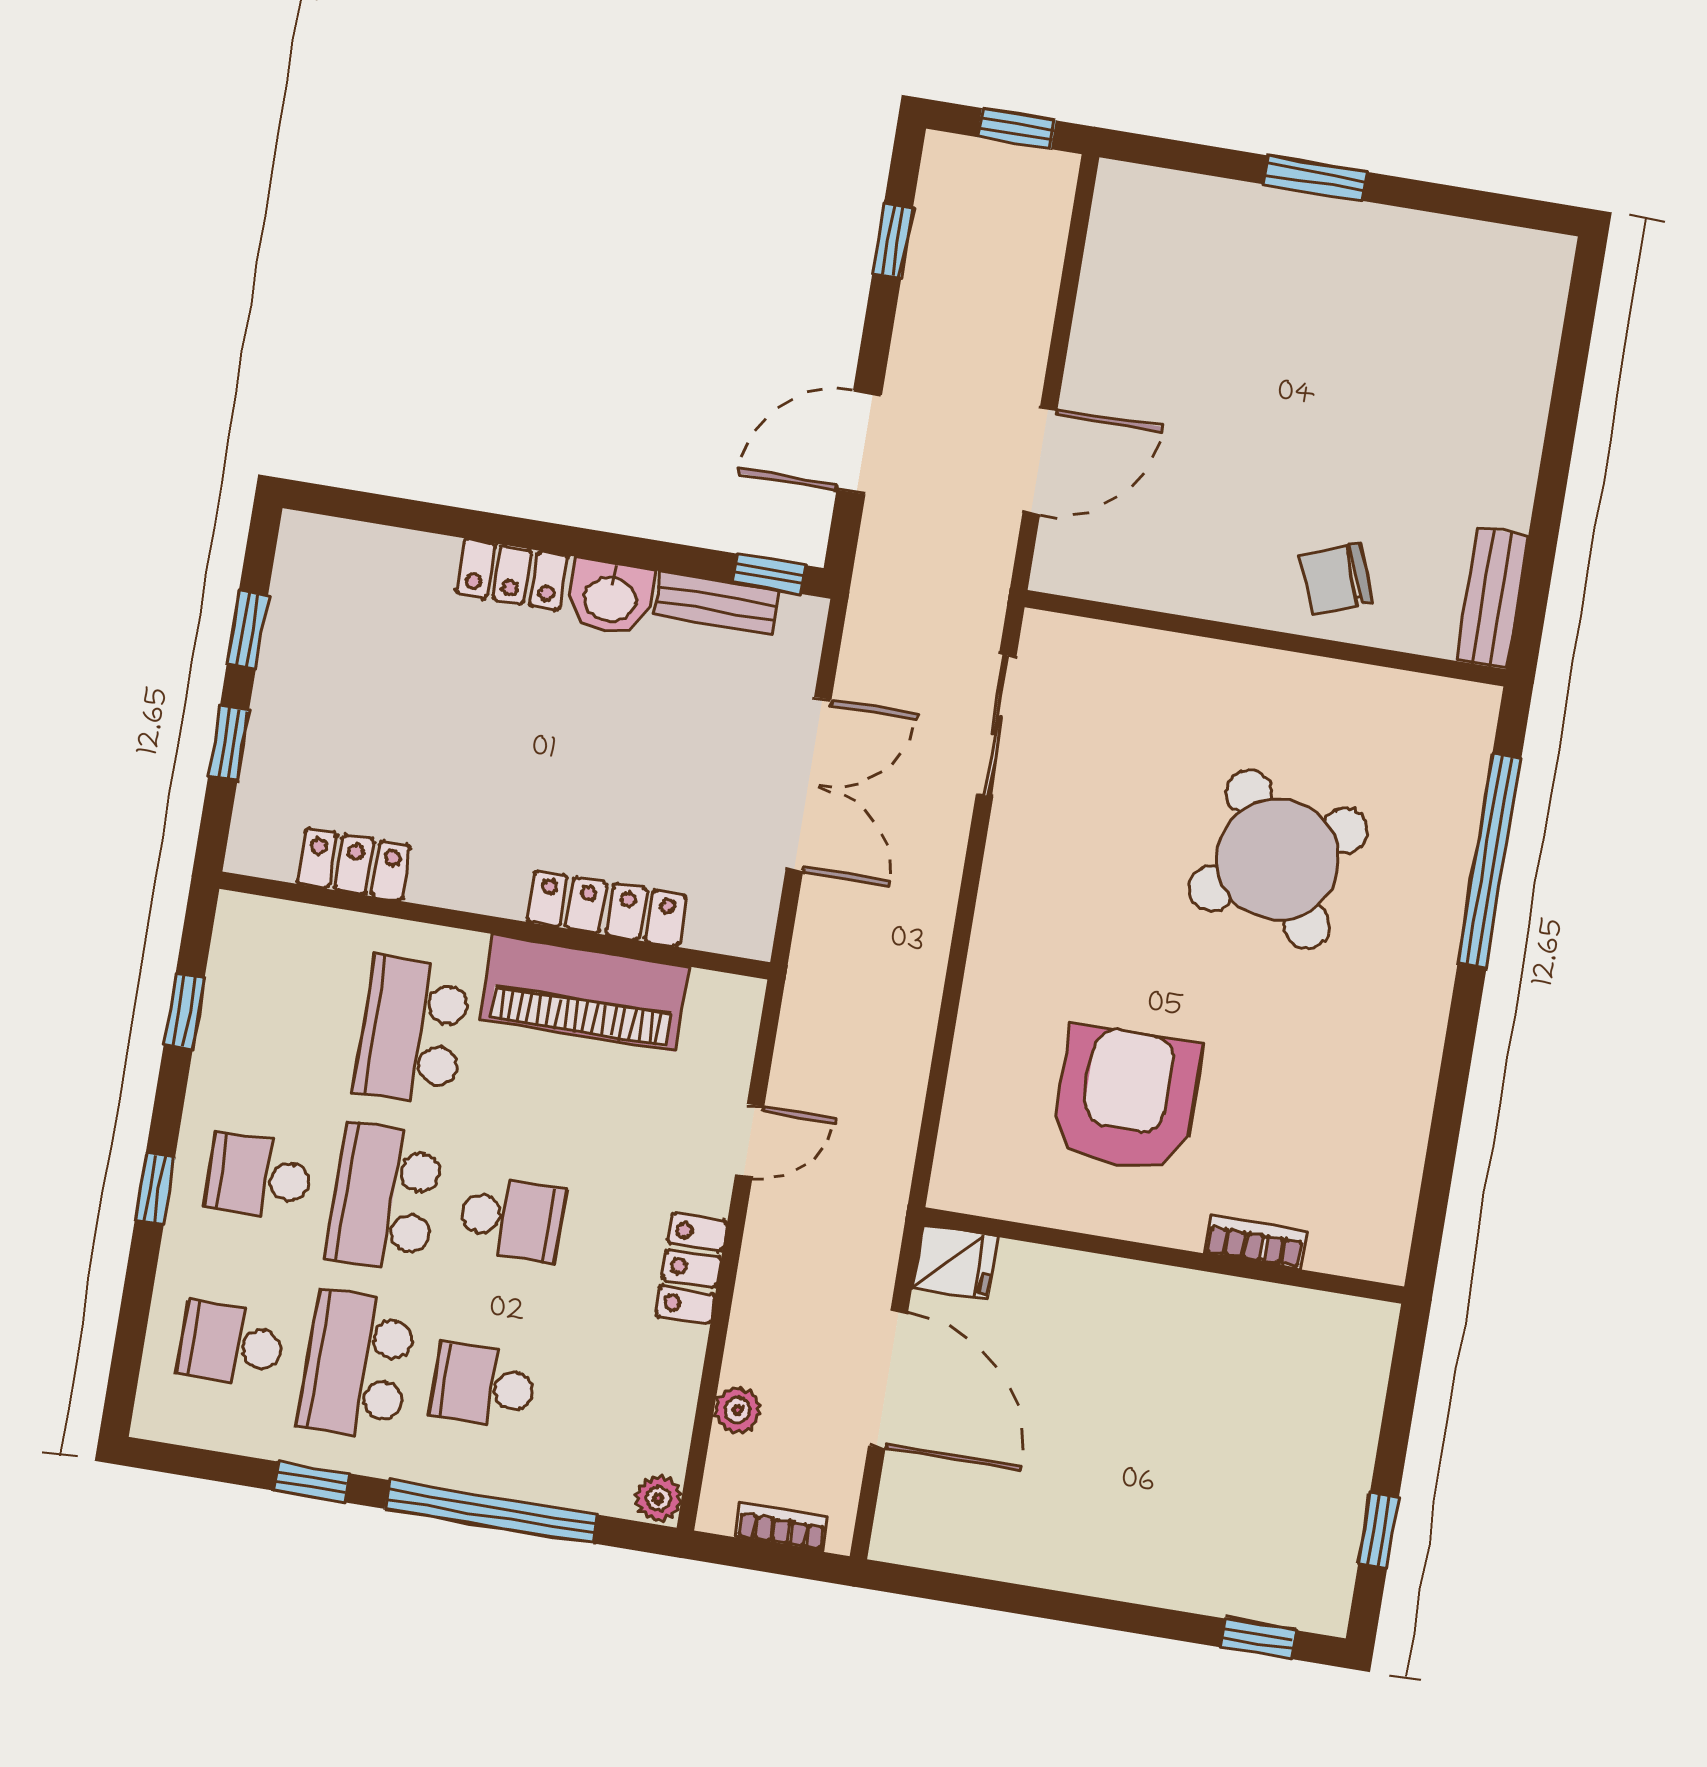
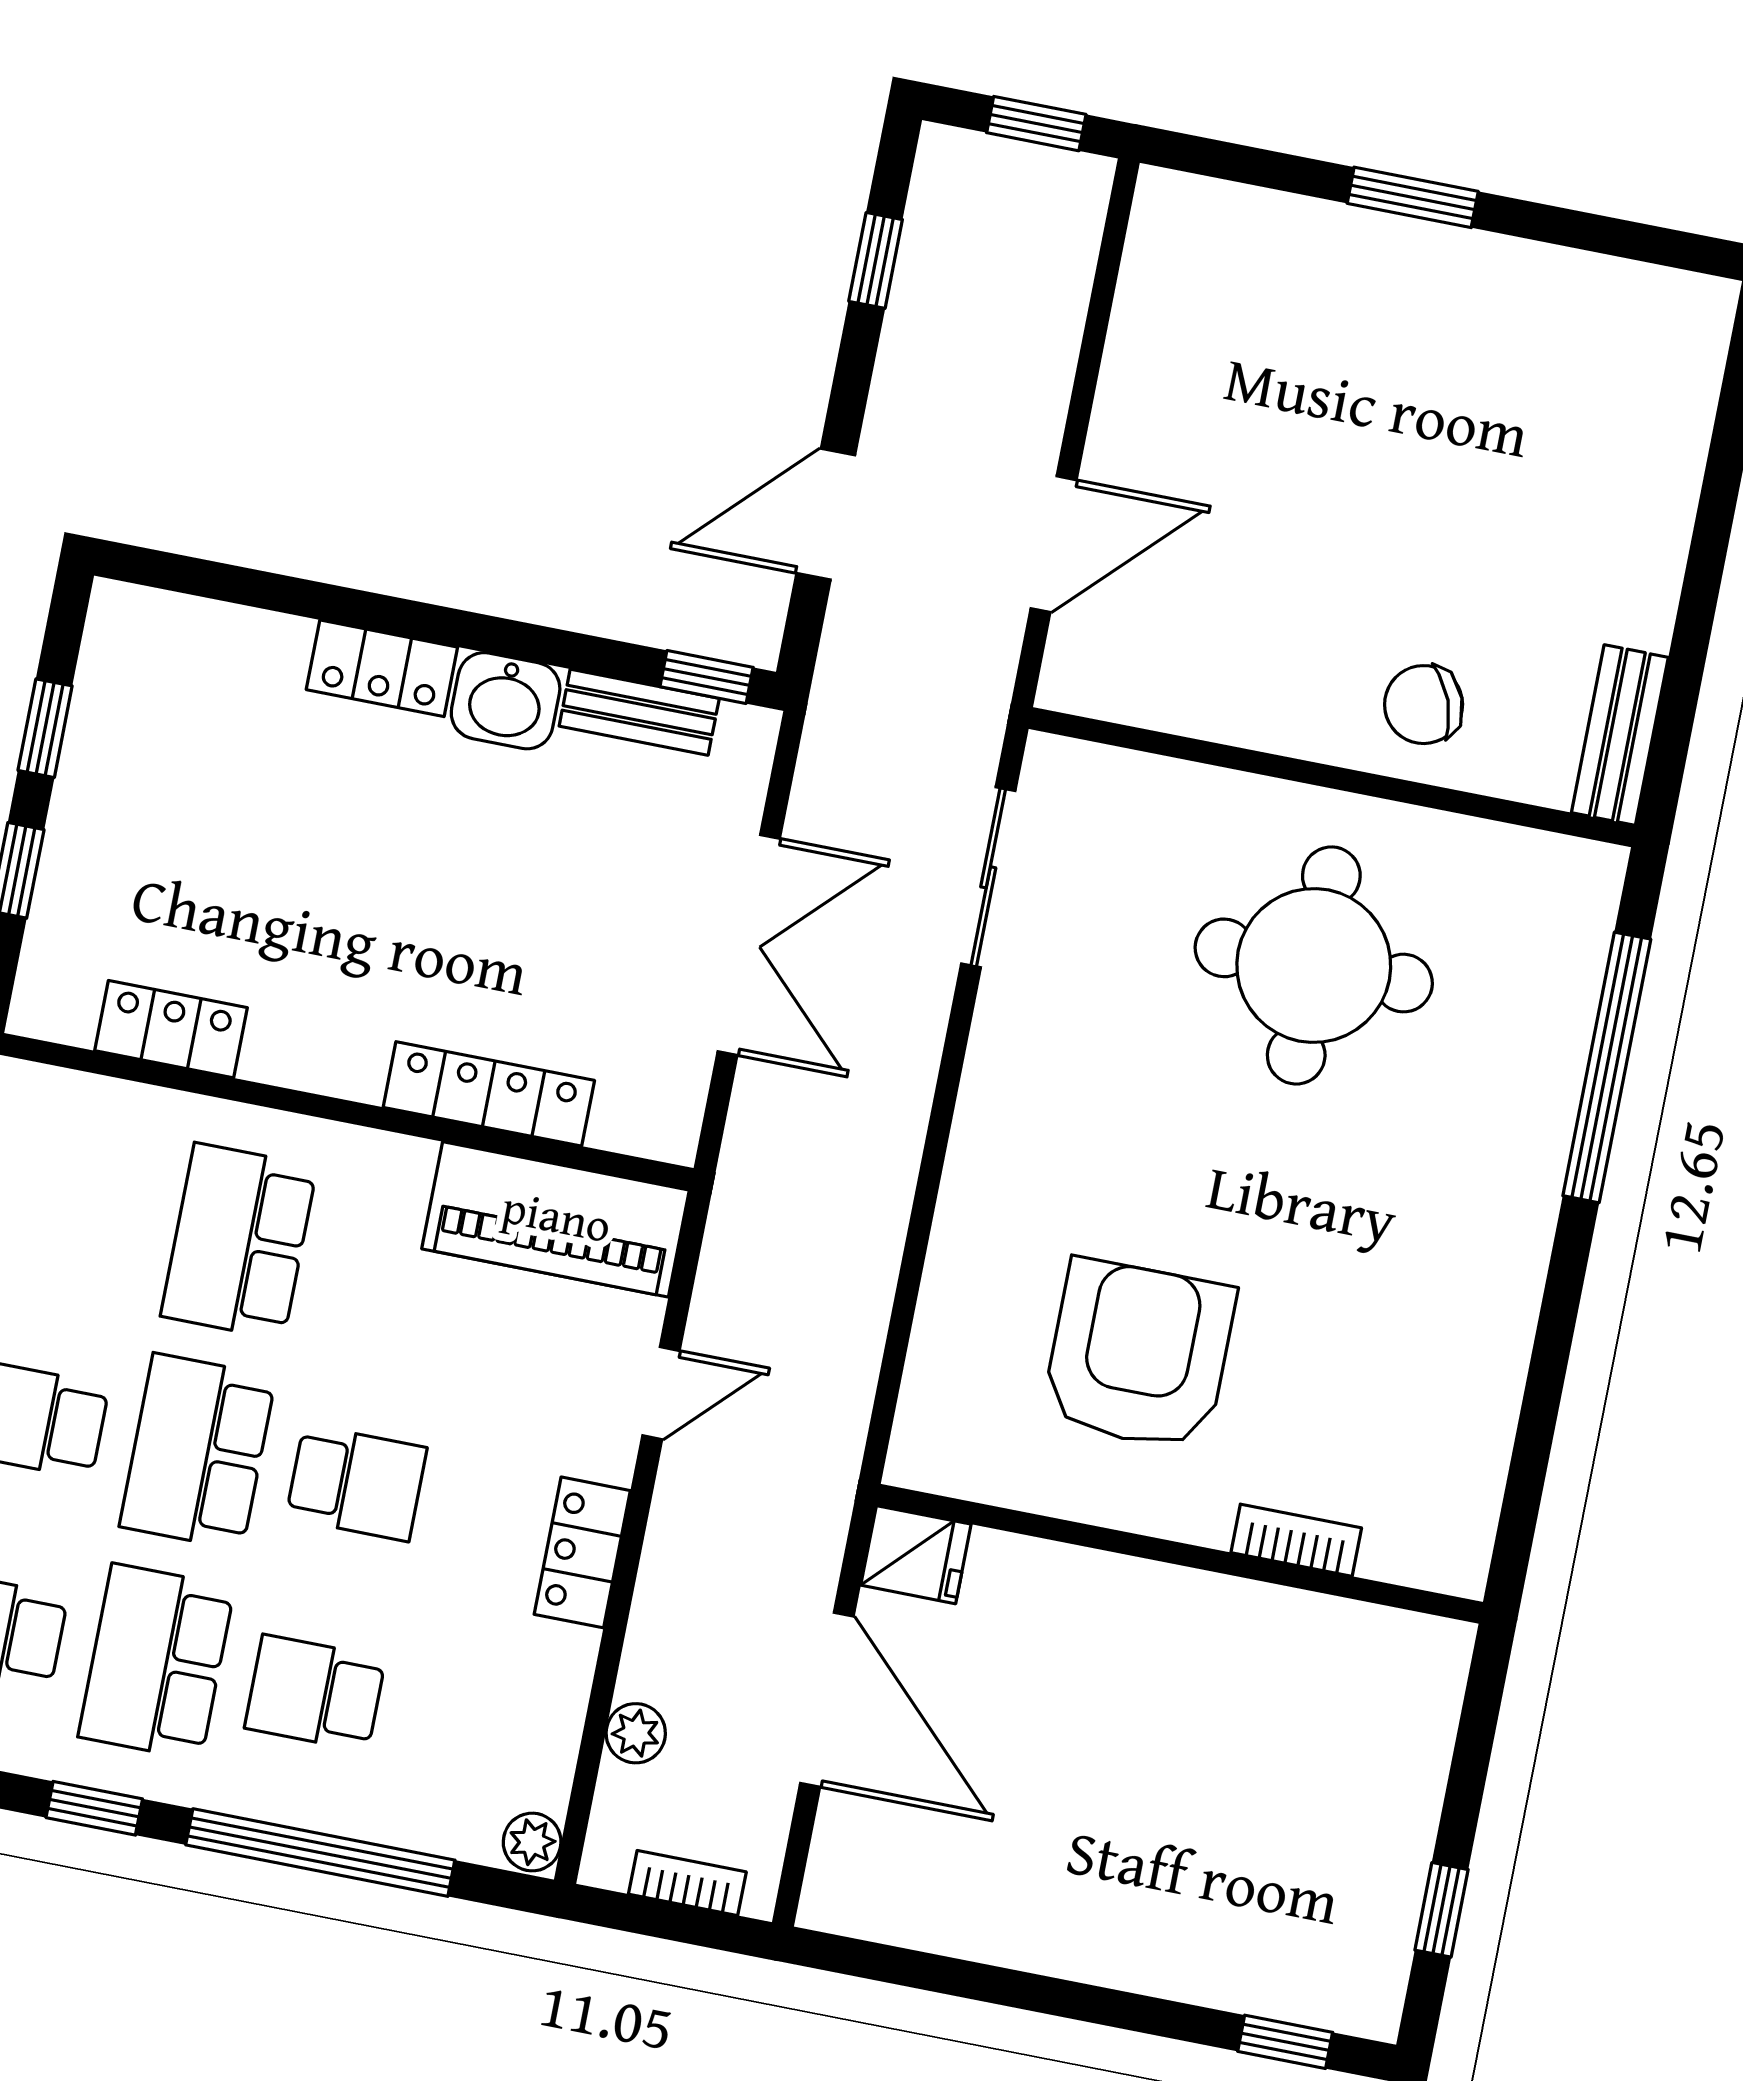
round table: (1278, 859) -> (1314, 965), moved, turned 33
piano: (584, 993) -> (556, 1219), moved

